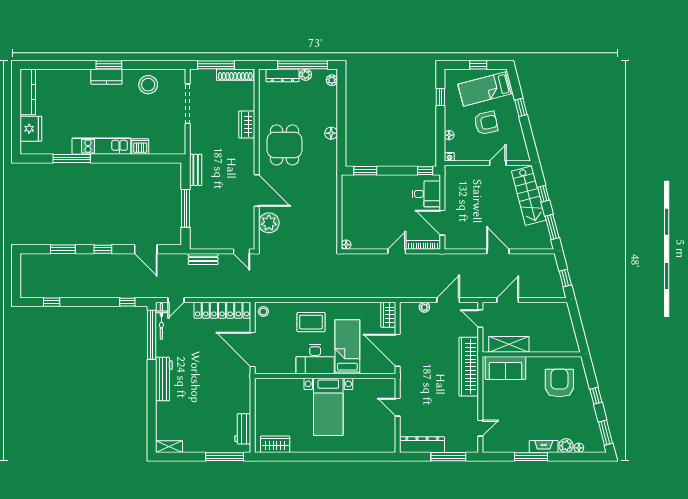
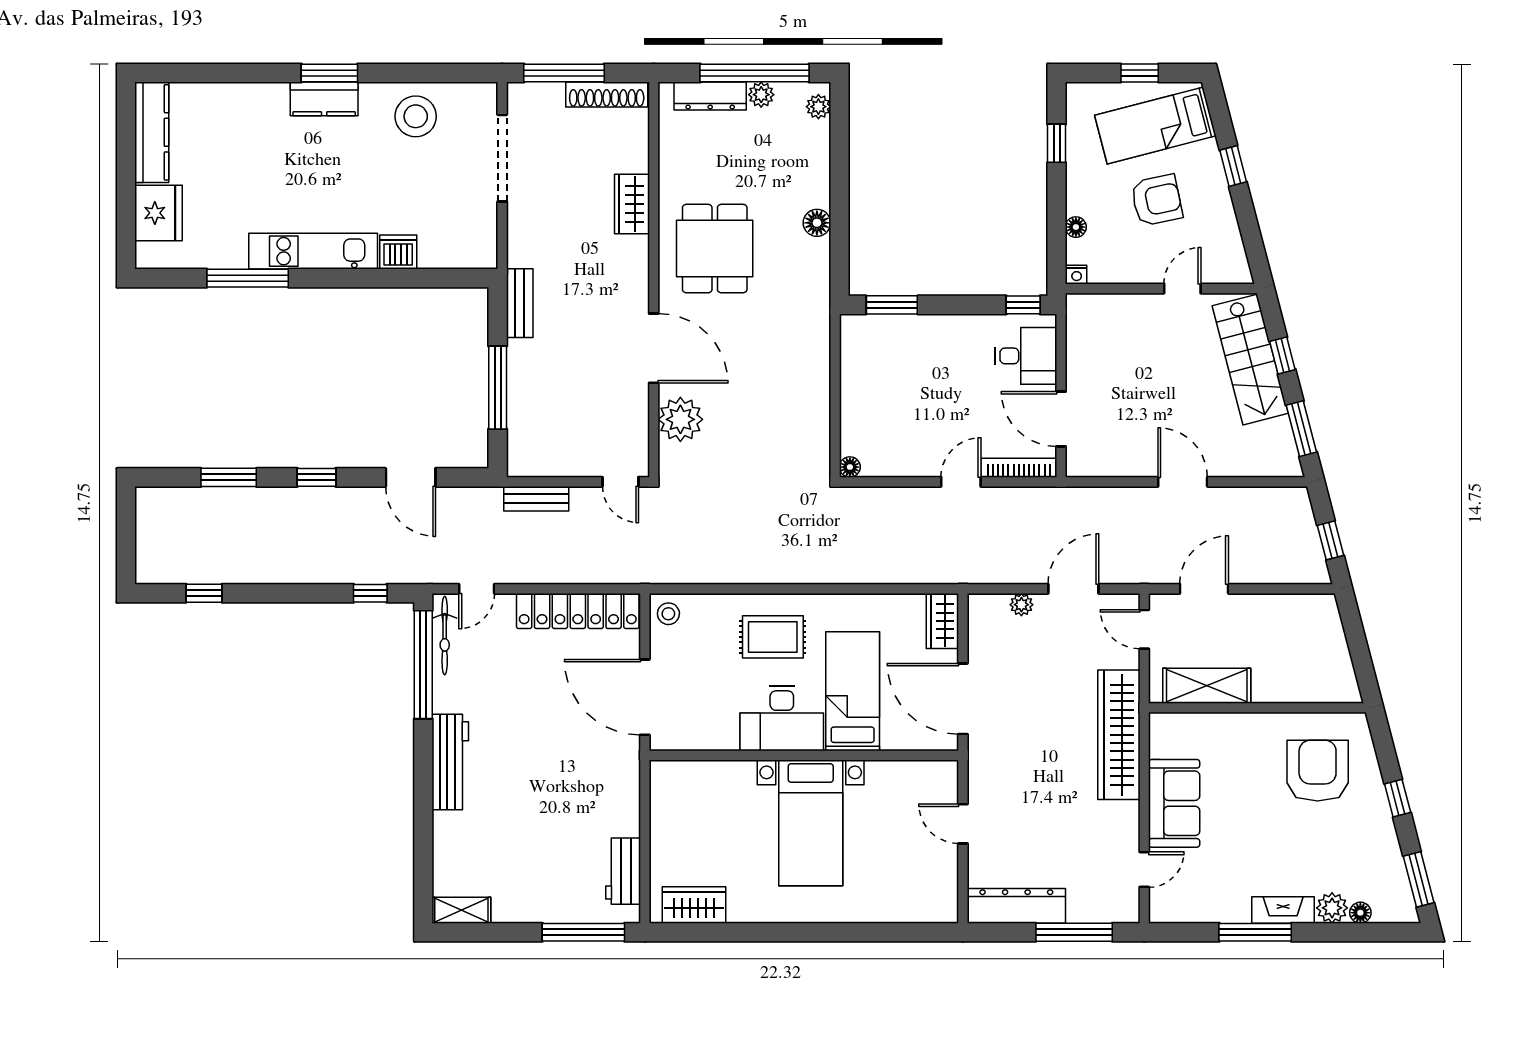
sofa: (506, 368) -> (1174, 803), moved, turned -90

